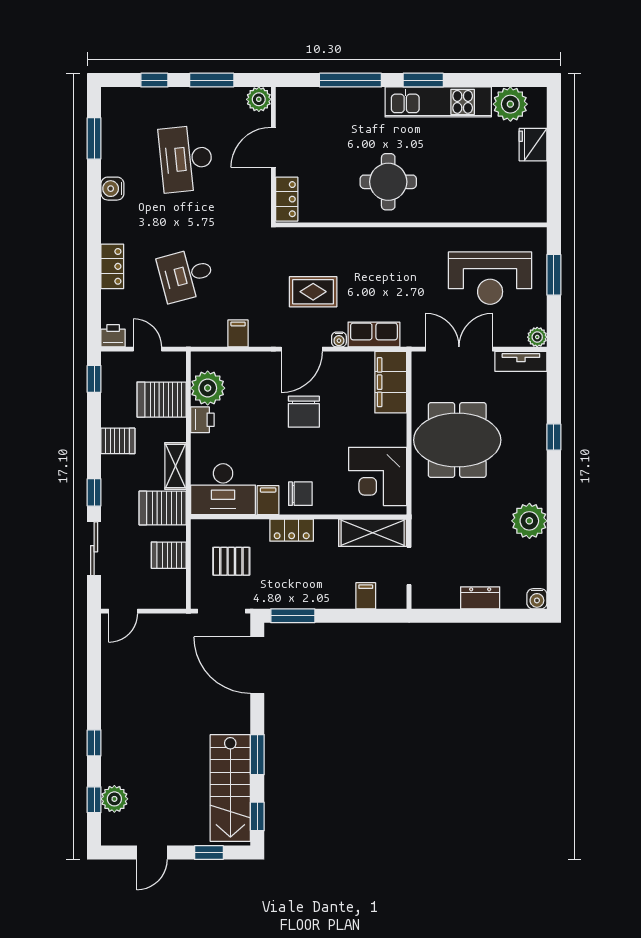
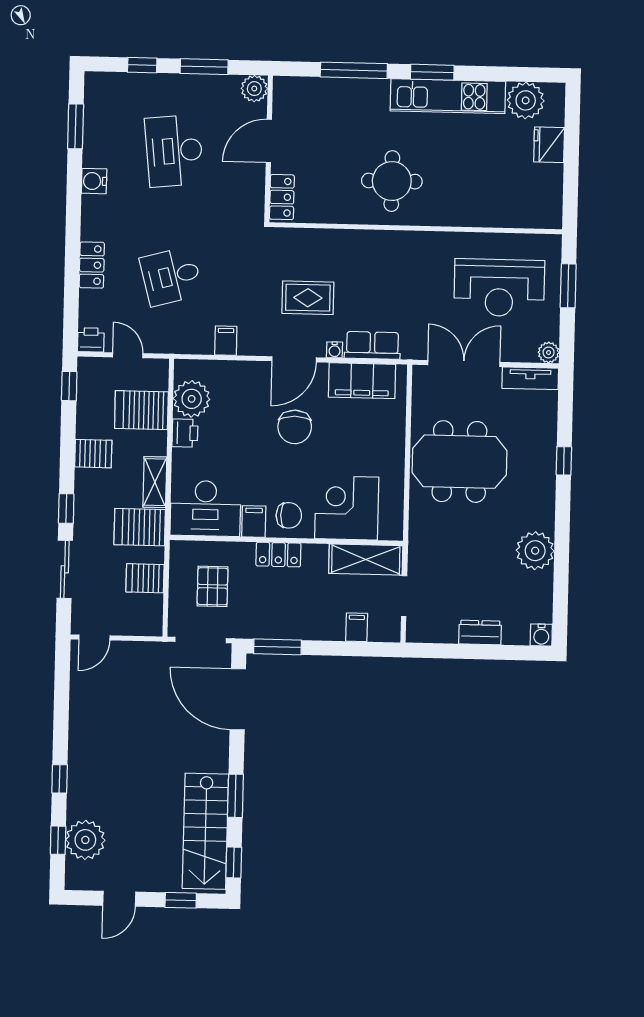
filing cabinet: (391, 382) -> (362, 381), moved, turned -90
corner desk: (378, 476) -> (347, 508), moved, turned 90
pallet: (231, 561) -> (213, 586), turned 90
plant: (114, 799) -> (85, 840), width x1.36, depth x1.36

